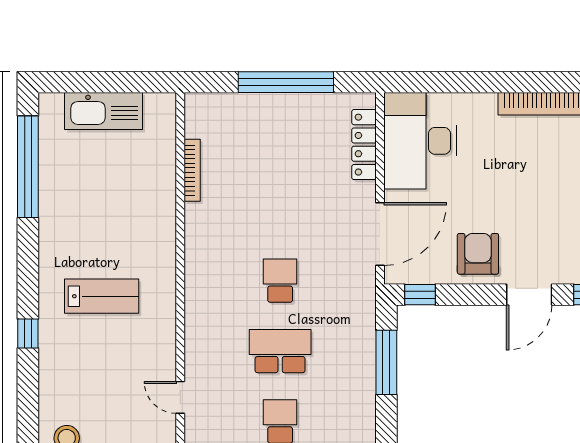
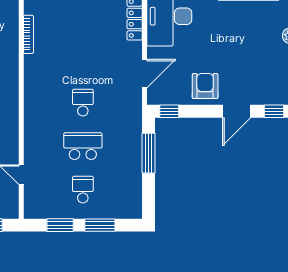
door: (380, 234) -> (145, 74), width x0.73

